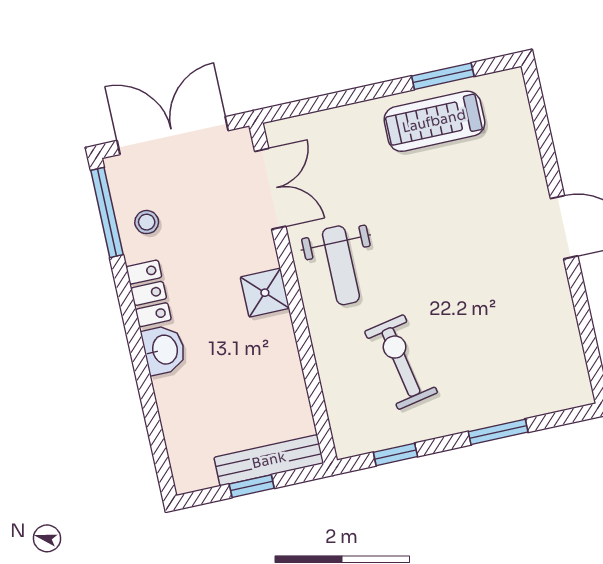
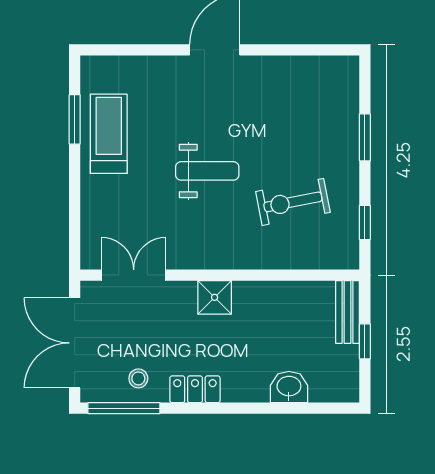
treadmill: (434, 121) -> (109, 134), turned 180
weight bench: (341, 265) -> (207, 171), moved
washbasin: (164, 350) -> (289, 387), moved
bench: (269, 460) -> (348, 312), width x0.73

